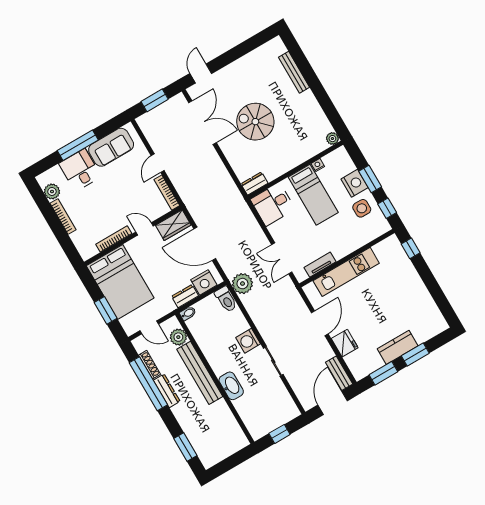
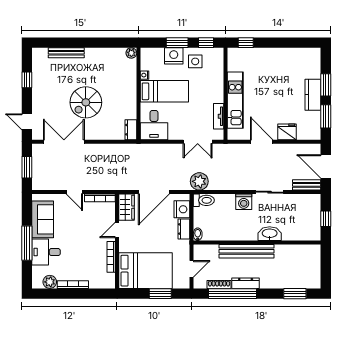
window: (243, 49) -> (27, 80), added
plant: (178, 337) -> (211, 252), removed
bench: (339, 373) -> (307, 185), moved

